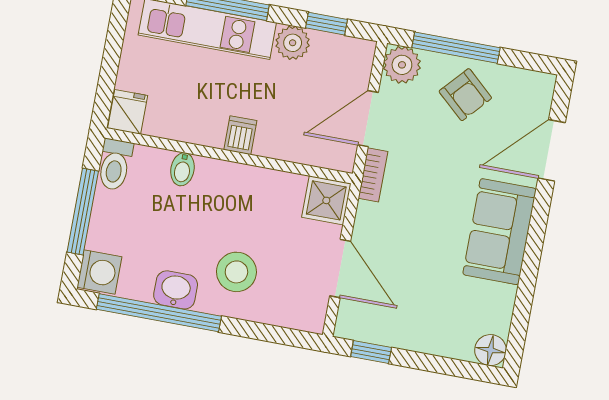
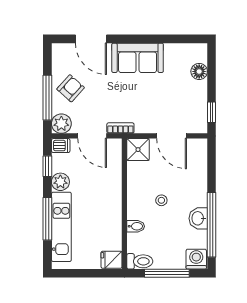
dishwasher: (240, 135) -> (61, 146), moved, turned 180
door: (340, 268) -> (172, 136), swing flipped
stool: (236, 272) -> (161, 200), moved, width x0.53, depth x0.53
floor lamp: (490, 350) -> (199, 71), moved

